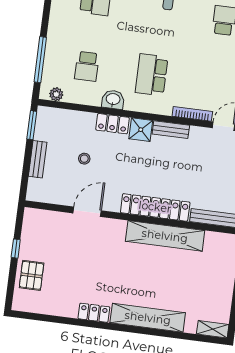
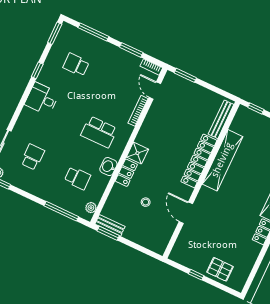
bench: (171, 130) -> (145, 131), removed
bench: (38, 159) -> (110, 225), moved

